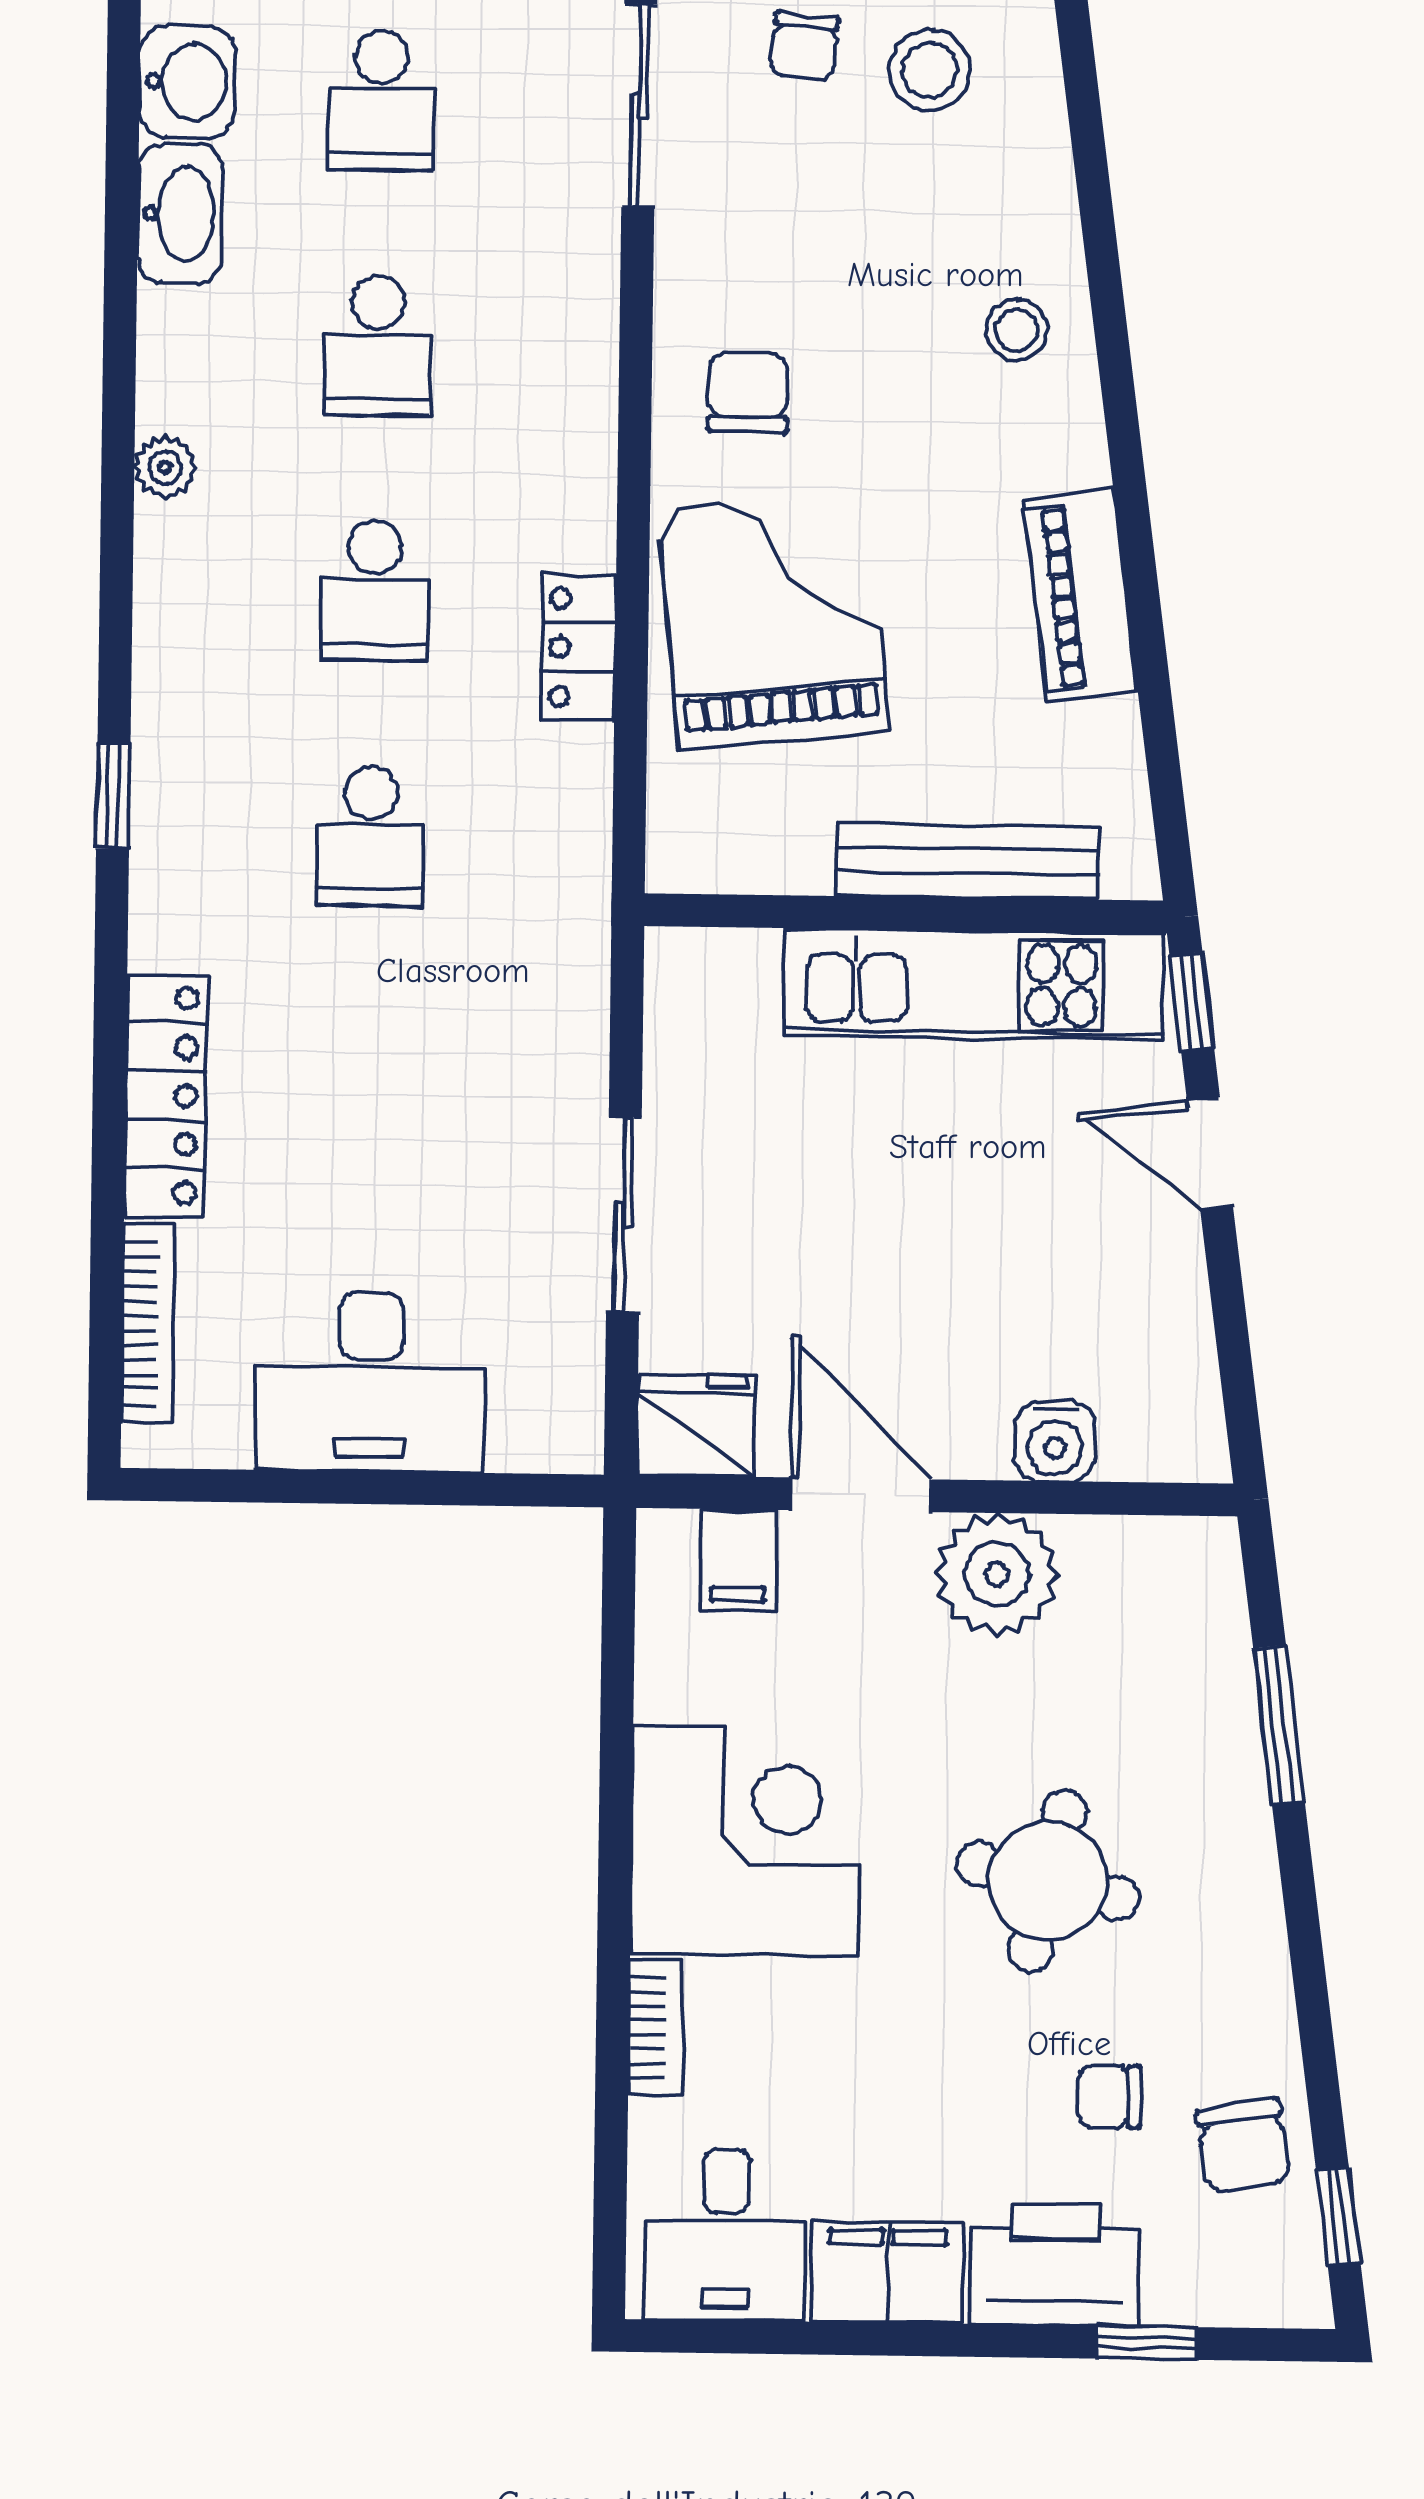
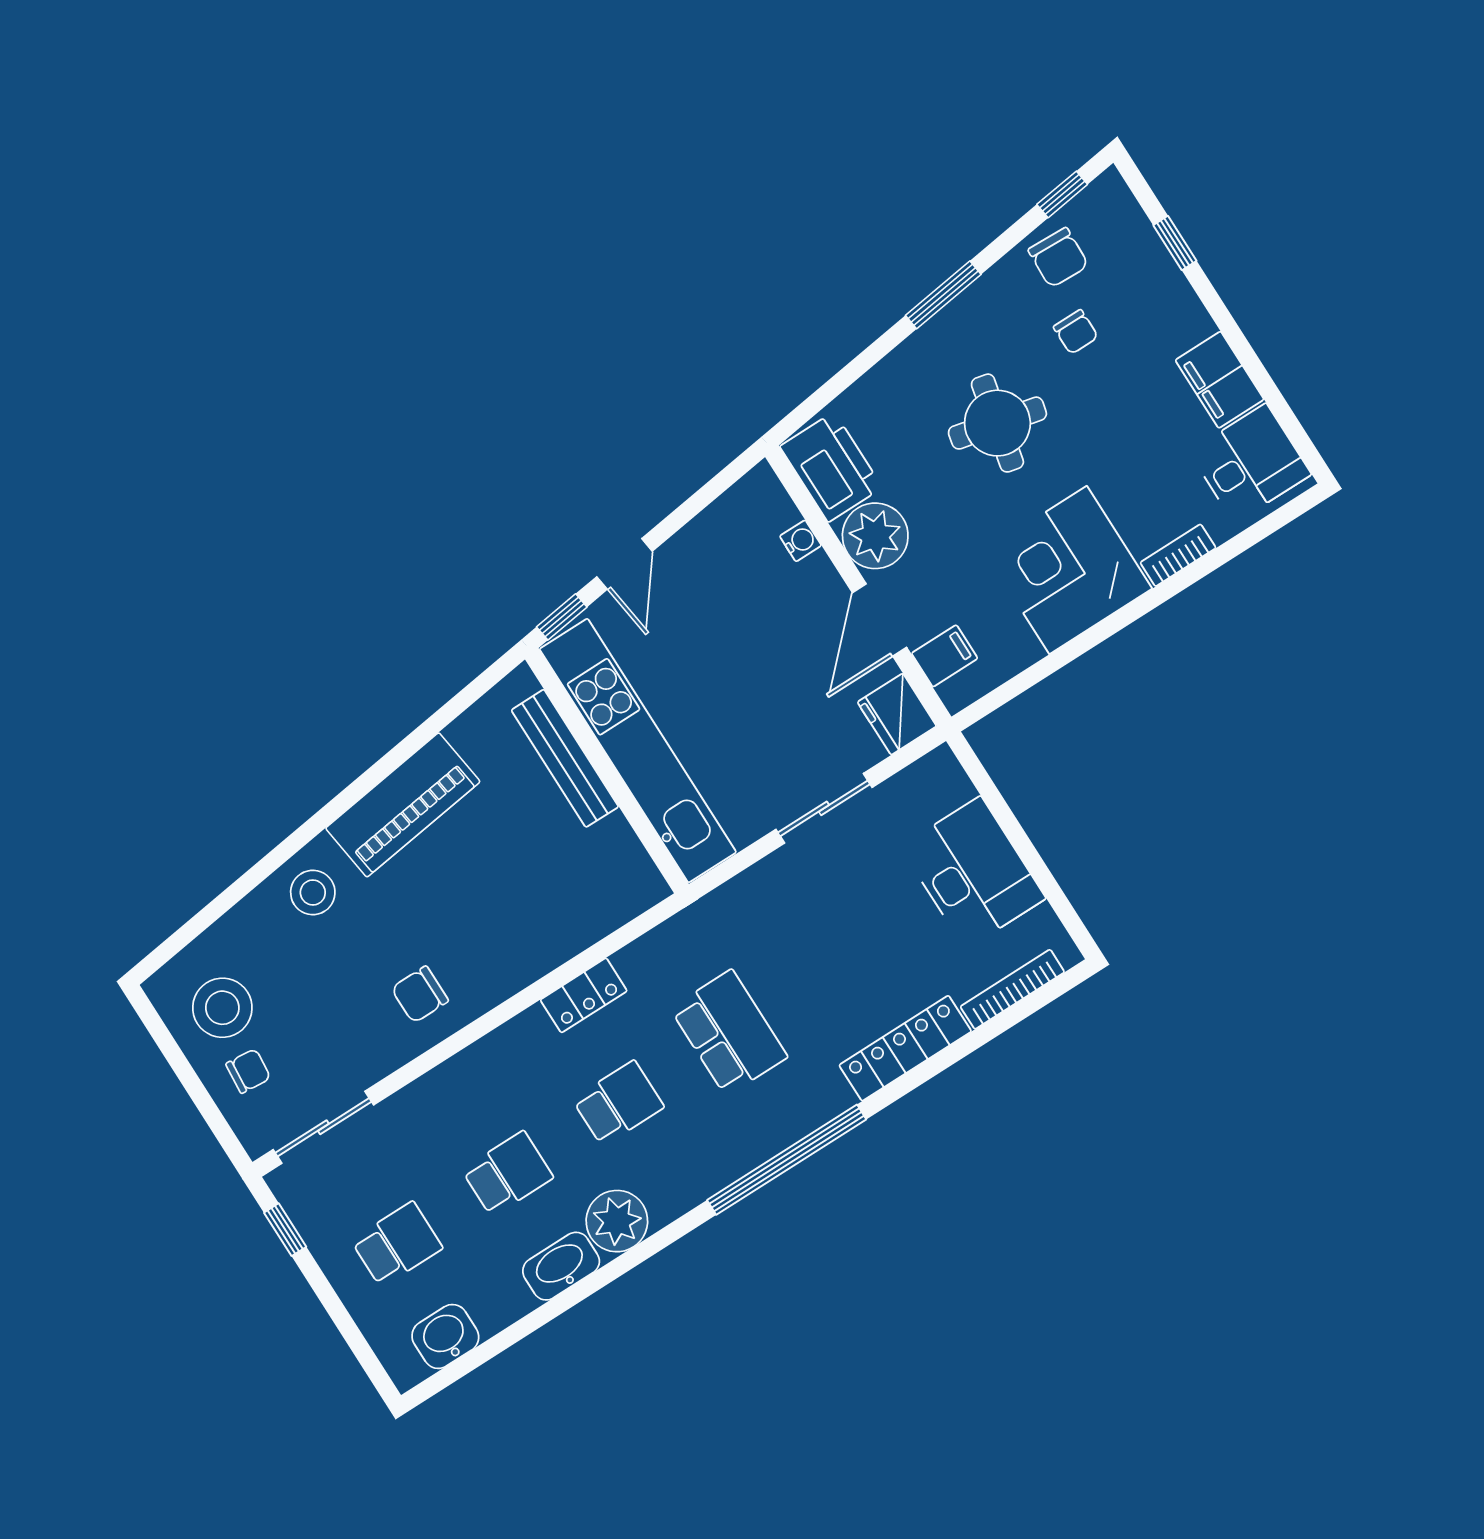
stool: (930, 71) -> (222, 1008), width x1.38, depth x1.38
washbasin: (180, 214) -> (561, 1266), moved
stool: (1017, 330) -> (313, 893), width x1.37, depth x1.37
plant: (165, 467) -> (617, 1221), width x1.88, depth x1.88
piano: (1080, 596) -> (403, 805), width x1.37, depth x1.33
grand piano: (773, 619) -> (514, 916), removed
window: (113, 796) -> (787, 1160), width x3.17
school desk: (371, 836) -> (729, 1033), width x1.85
kitchen unit: (974, 984) -> (638, 751), width x1.36
water cooler: (1055, 1441) -> (801, 541), width x0.72, depth x0.72
window: (1279, 1725) -> (943, 295), moved
chair: (1244, 2146) -> (1058, 258), turned 102
printer: (1055, 2264) -> (831, 467), moved, turned 180

